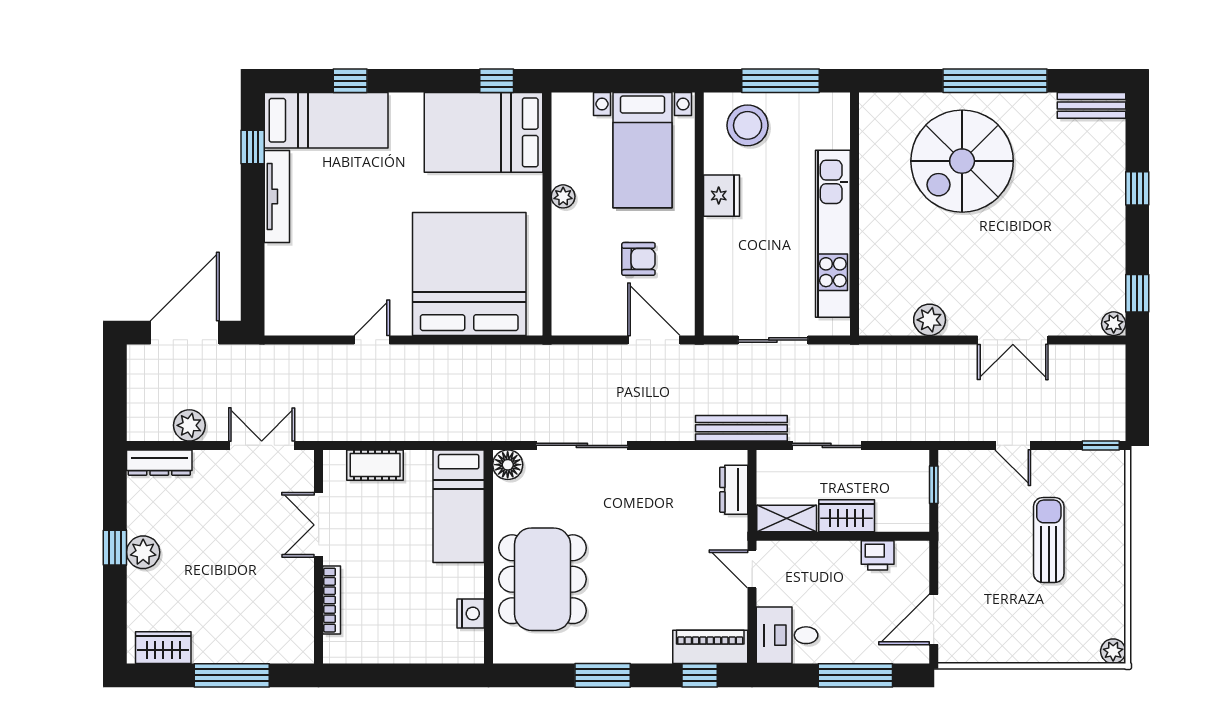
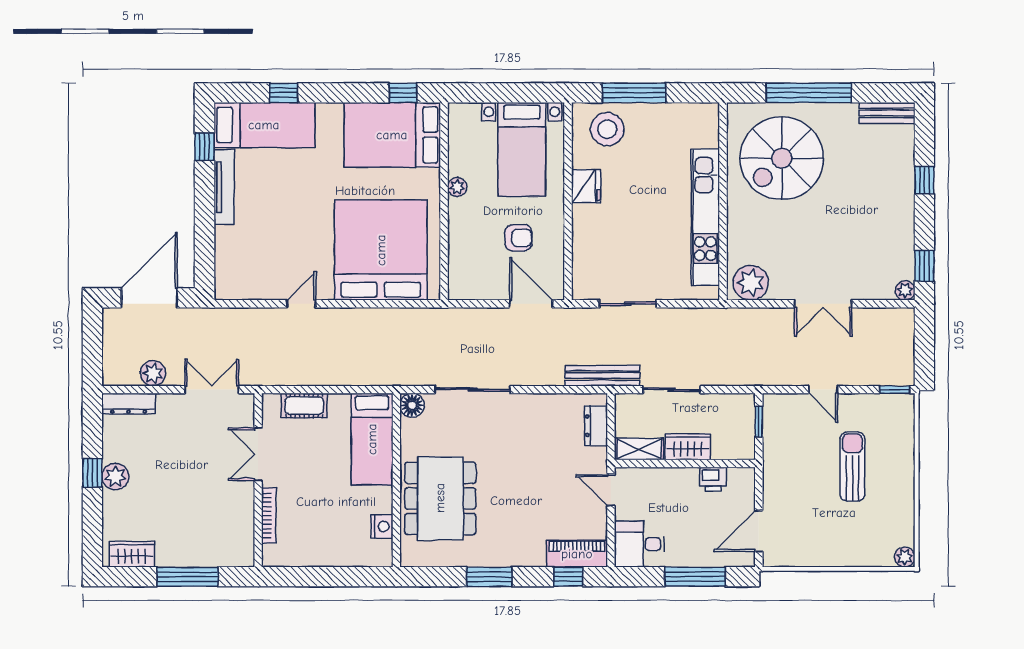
wall: (855, 214) -> (723, 201), moved
kitchen unit: (833, 234) -> (705, 217), moved
plant: (930, 320) -> (751, 283), width x1.36, depth x1.36

